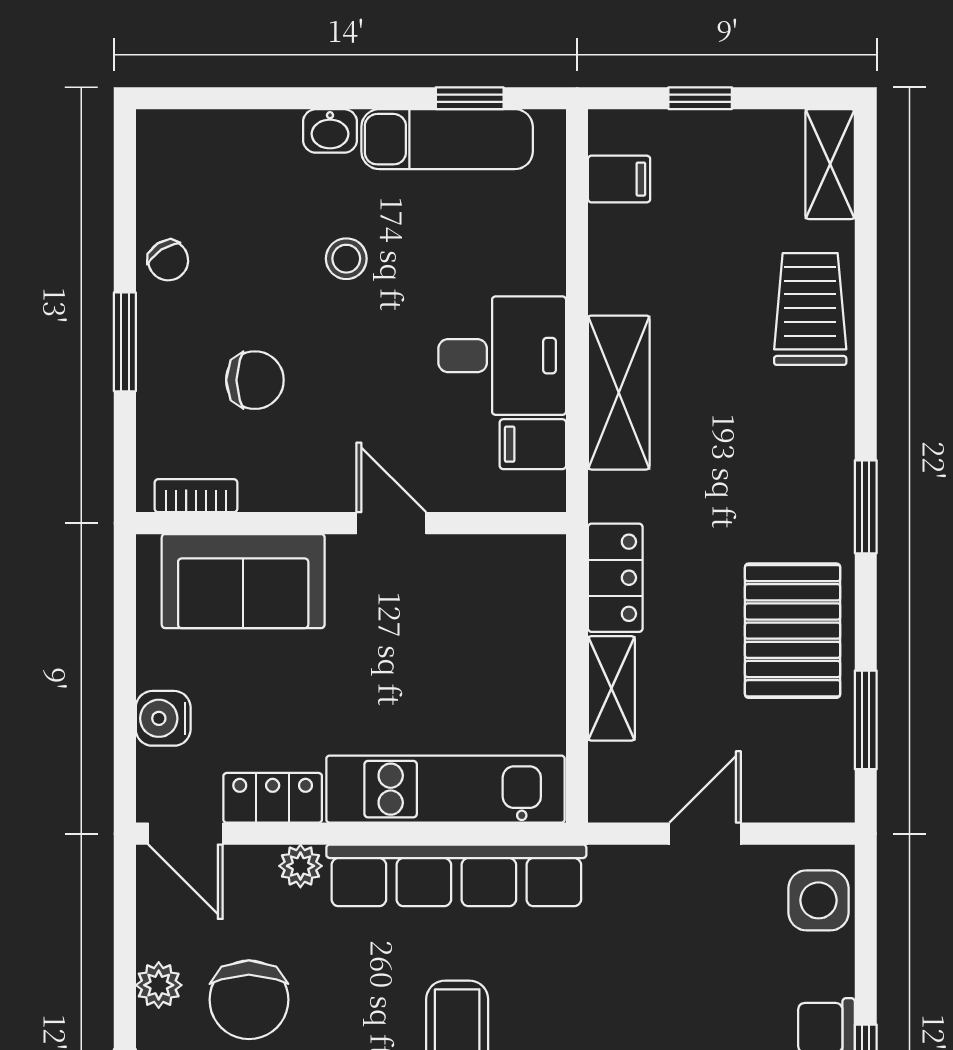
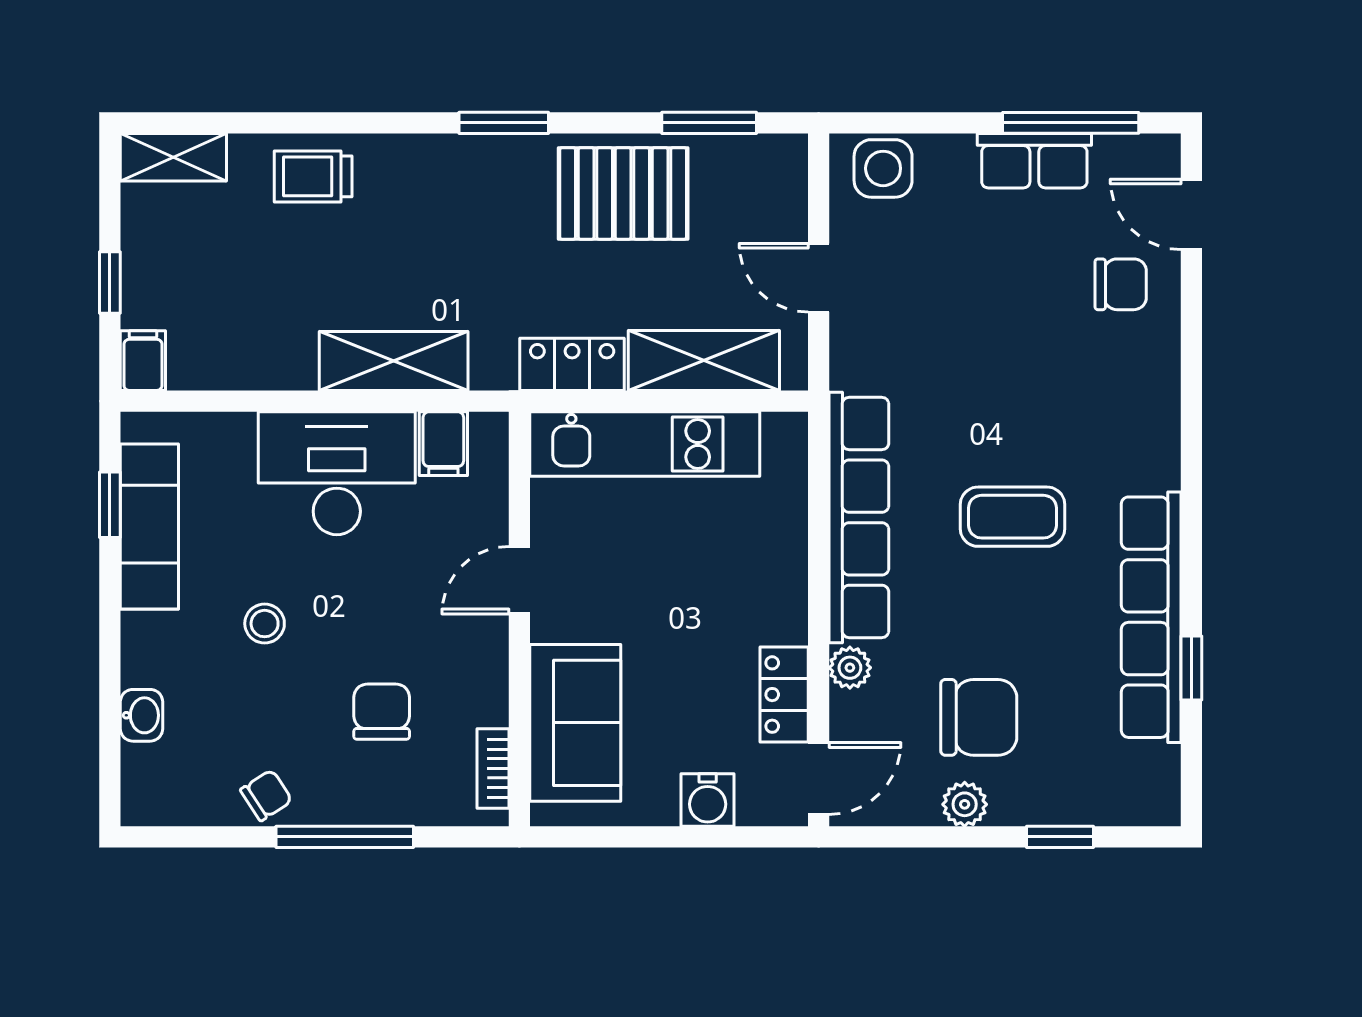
washbasin: (330, 131) -> (141, 715), moved
filing cabinet: (619, 179) -> (143, 361), moved
trolley: (810, 309) -> (313, 176), width x0.73, depth x0.72
window: (125, 342) -> (345, 837), width x1.44
desk: (502, 356) -> (337, 473), width x1.37
shelving: (611, 688) -> (704, 360), width x1.50, depth x1.33
kitchen unit: (445, 789) -> (645, 444), moved, turned -90

